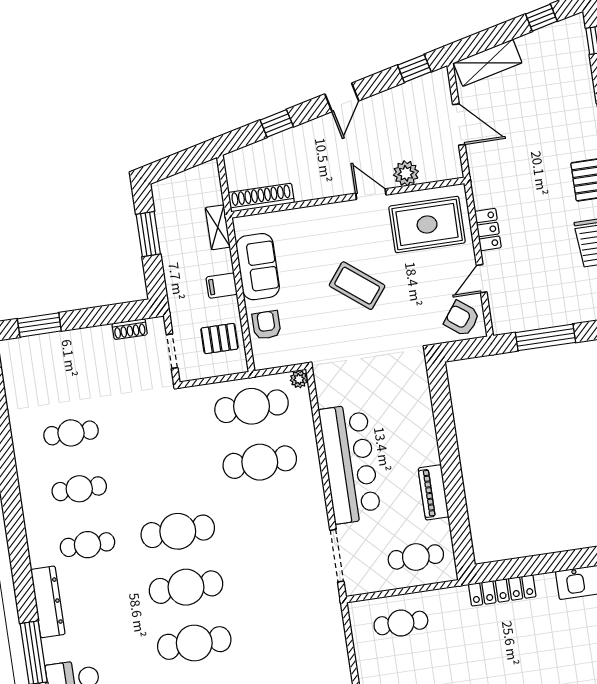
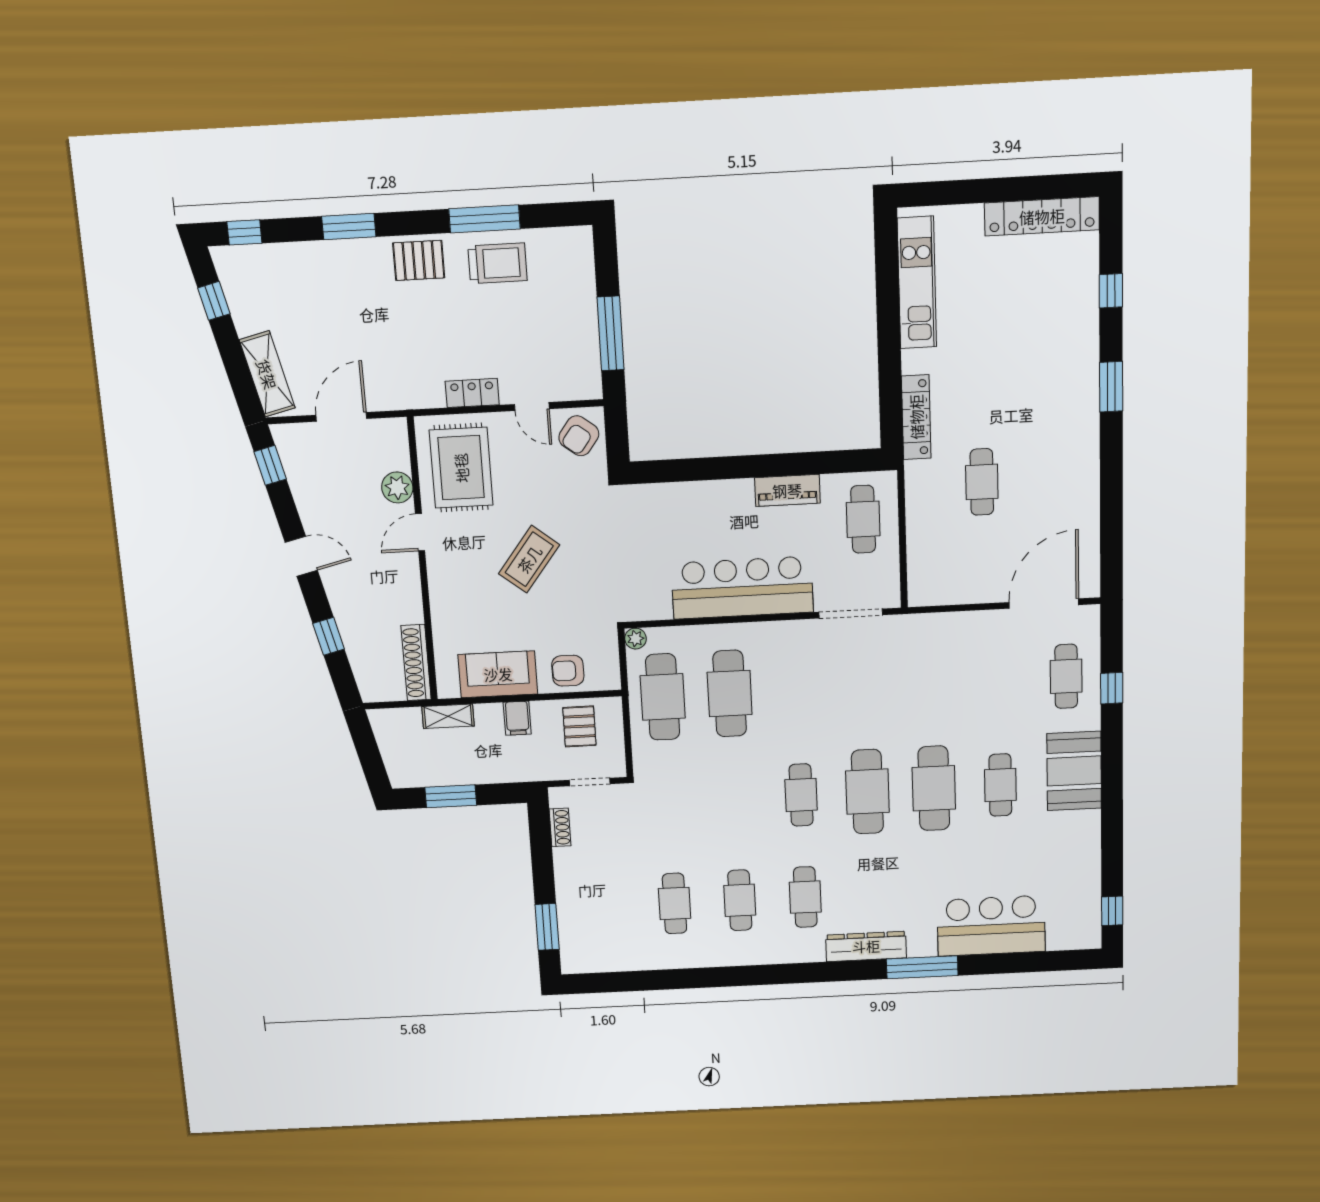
cafe table: (178, 531) -> (801, 795), width x0.73, depth x0.74
cafe table: (401, 623) -> (982, 482), moved

